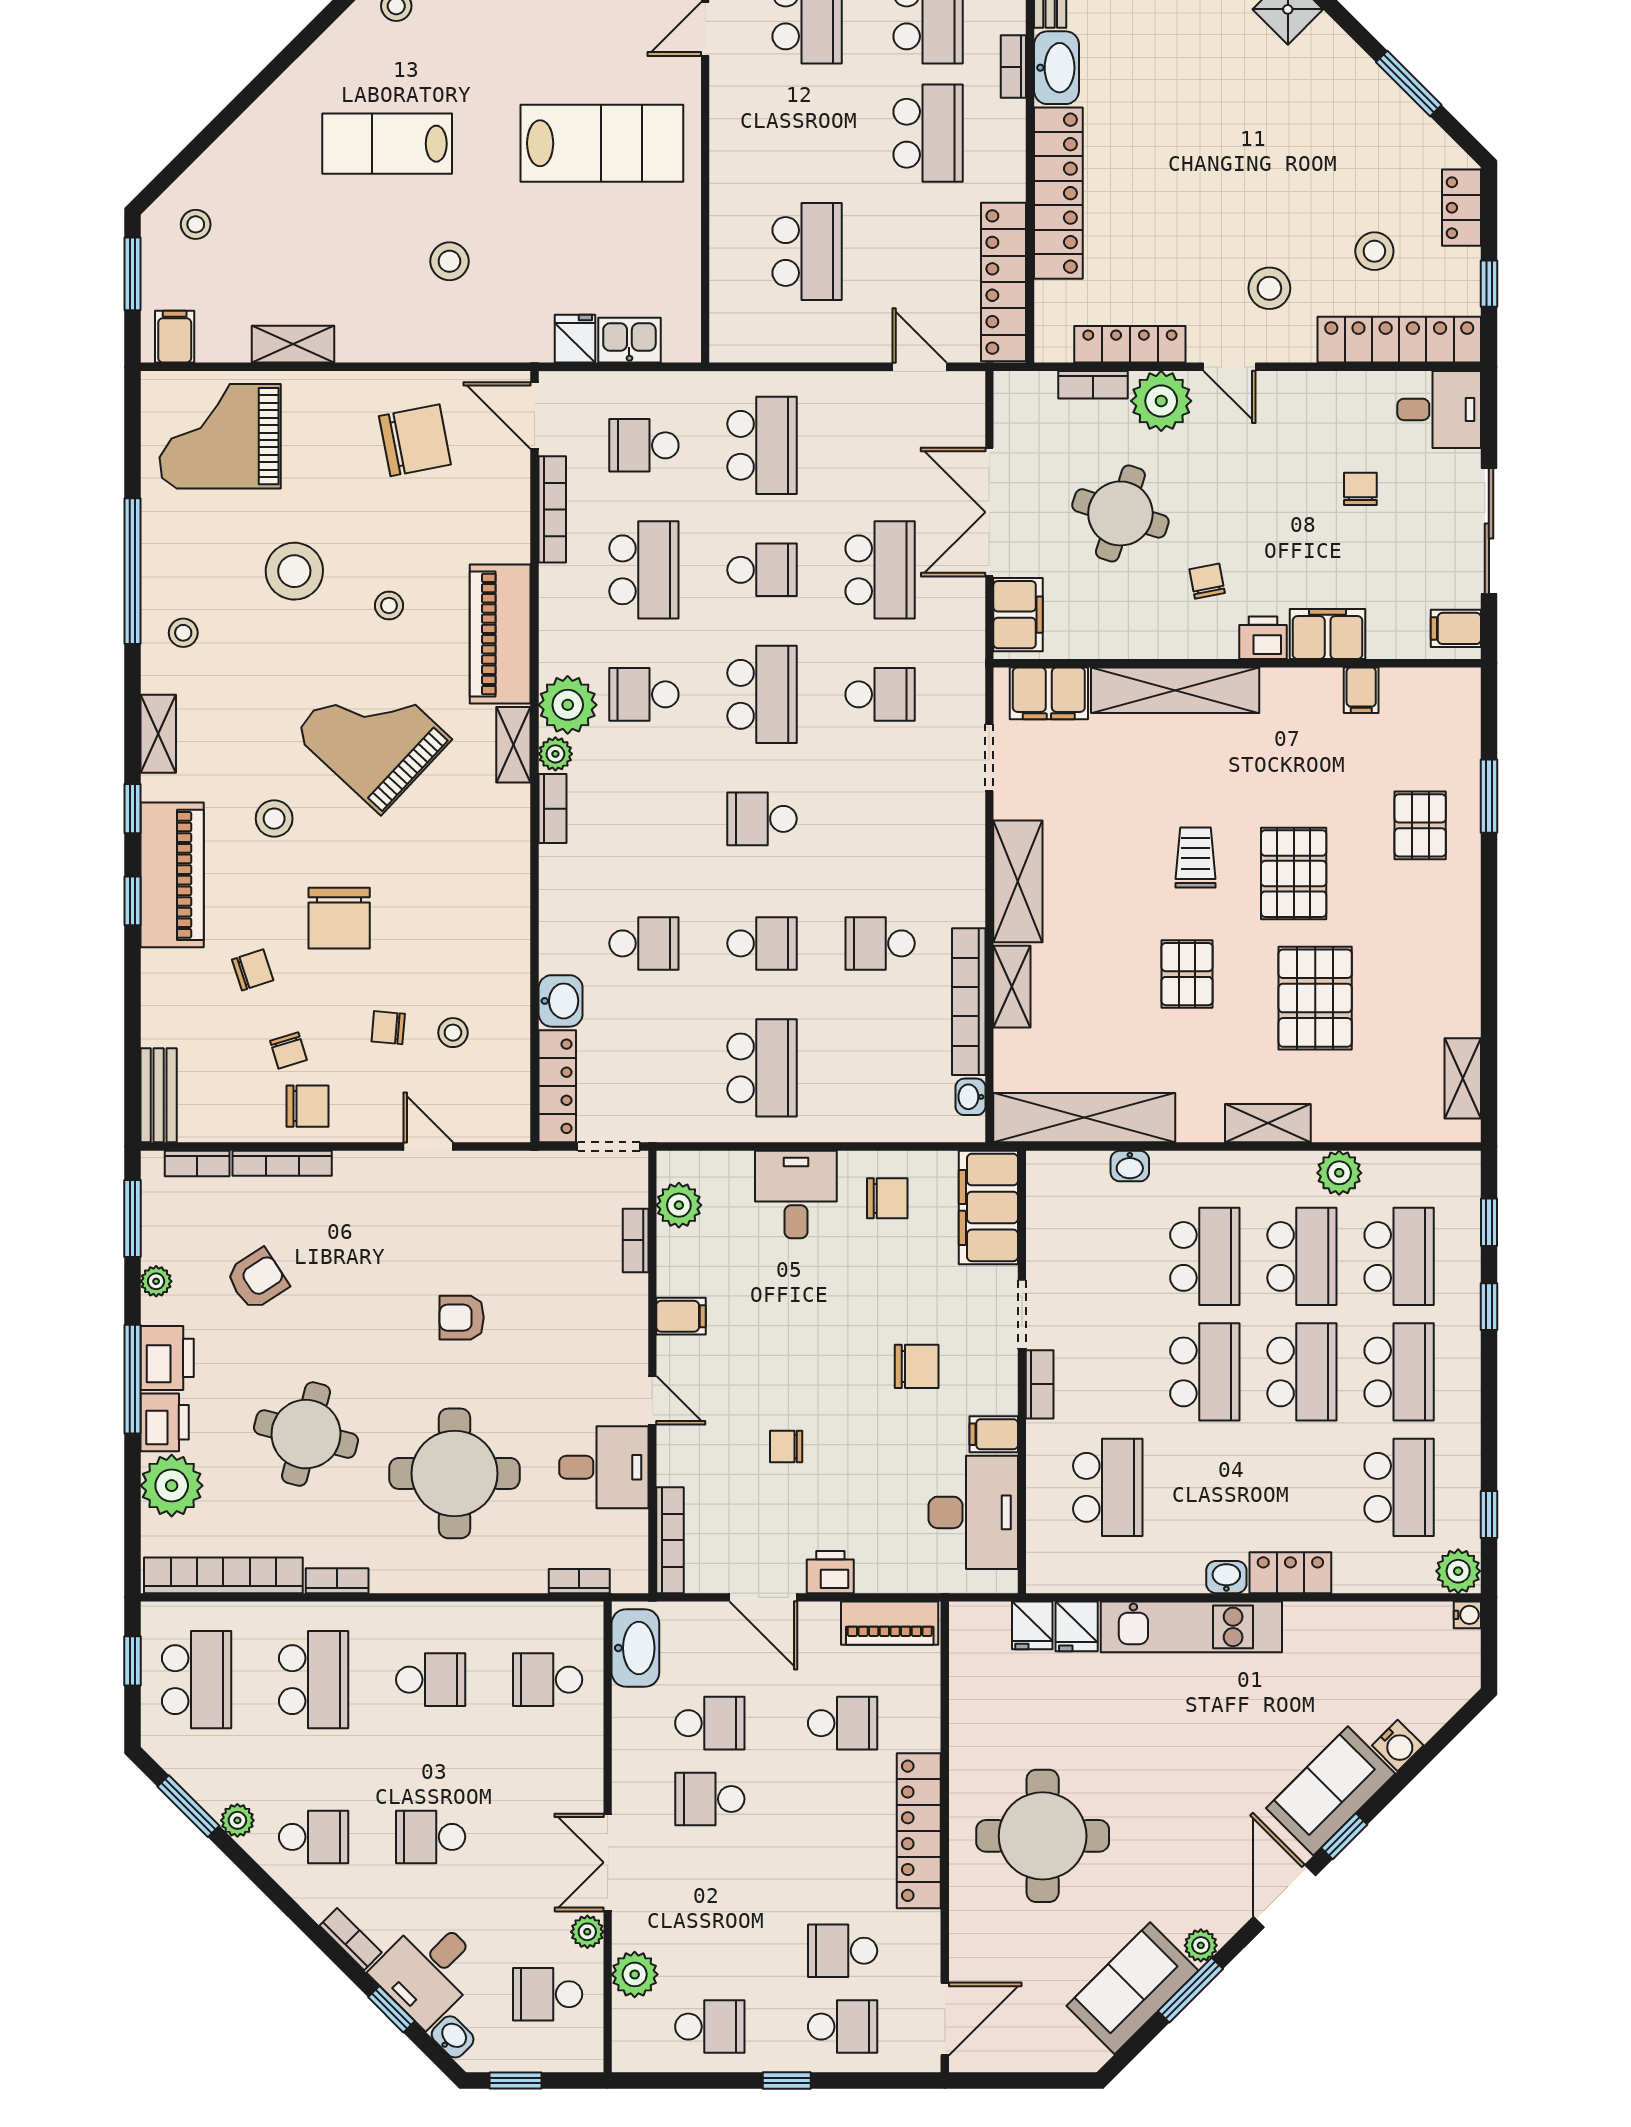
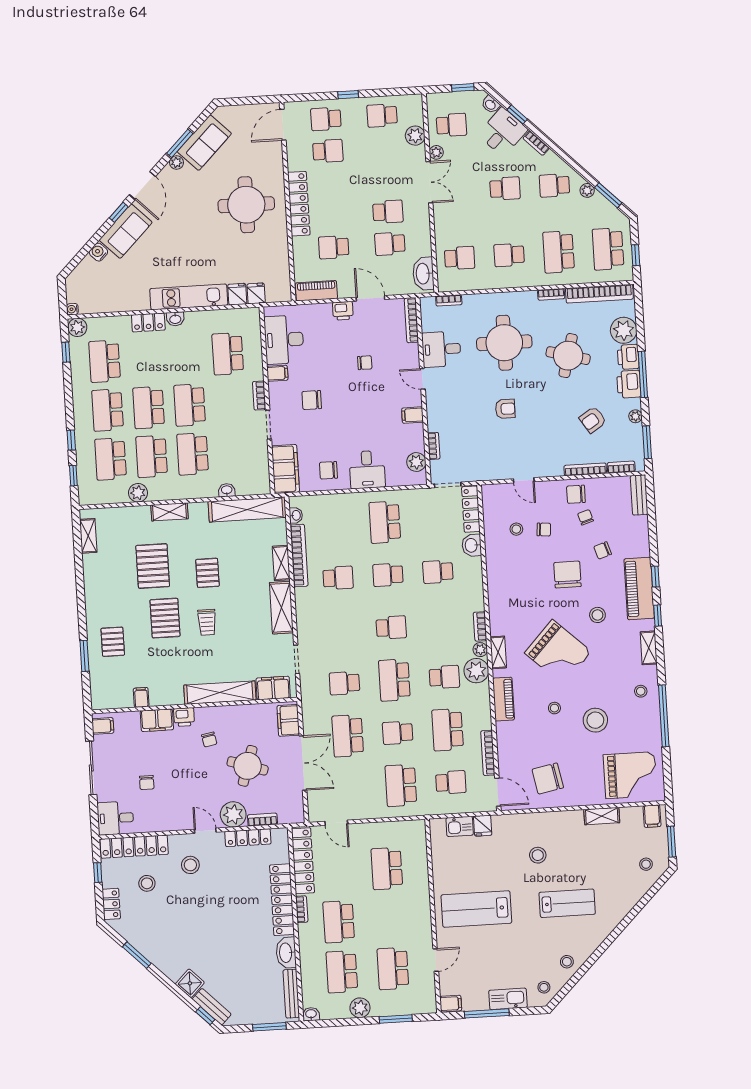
bookcase: (1013, 67) -> (302, 909), moved
piano: (500, 634) -> (504, 699), width x0.73, depth x0.75

